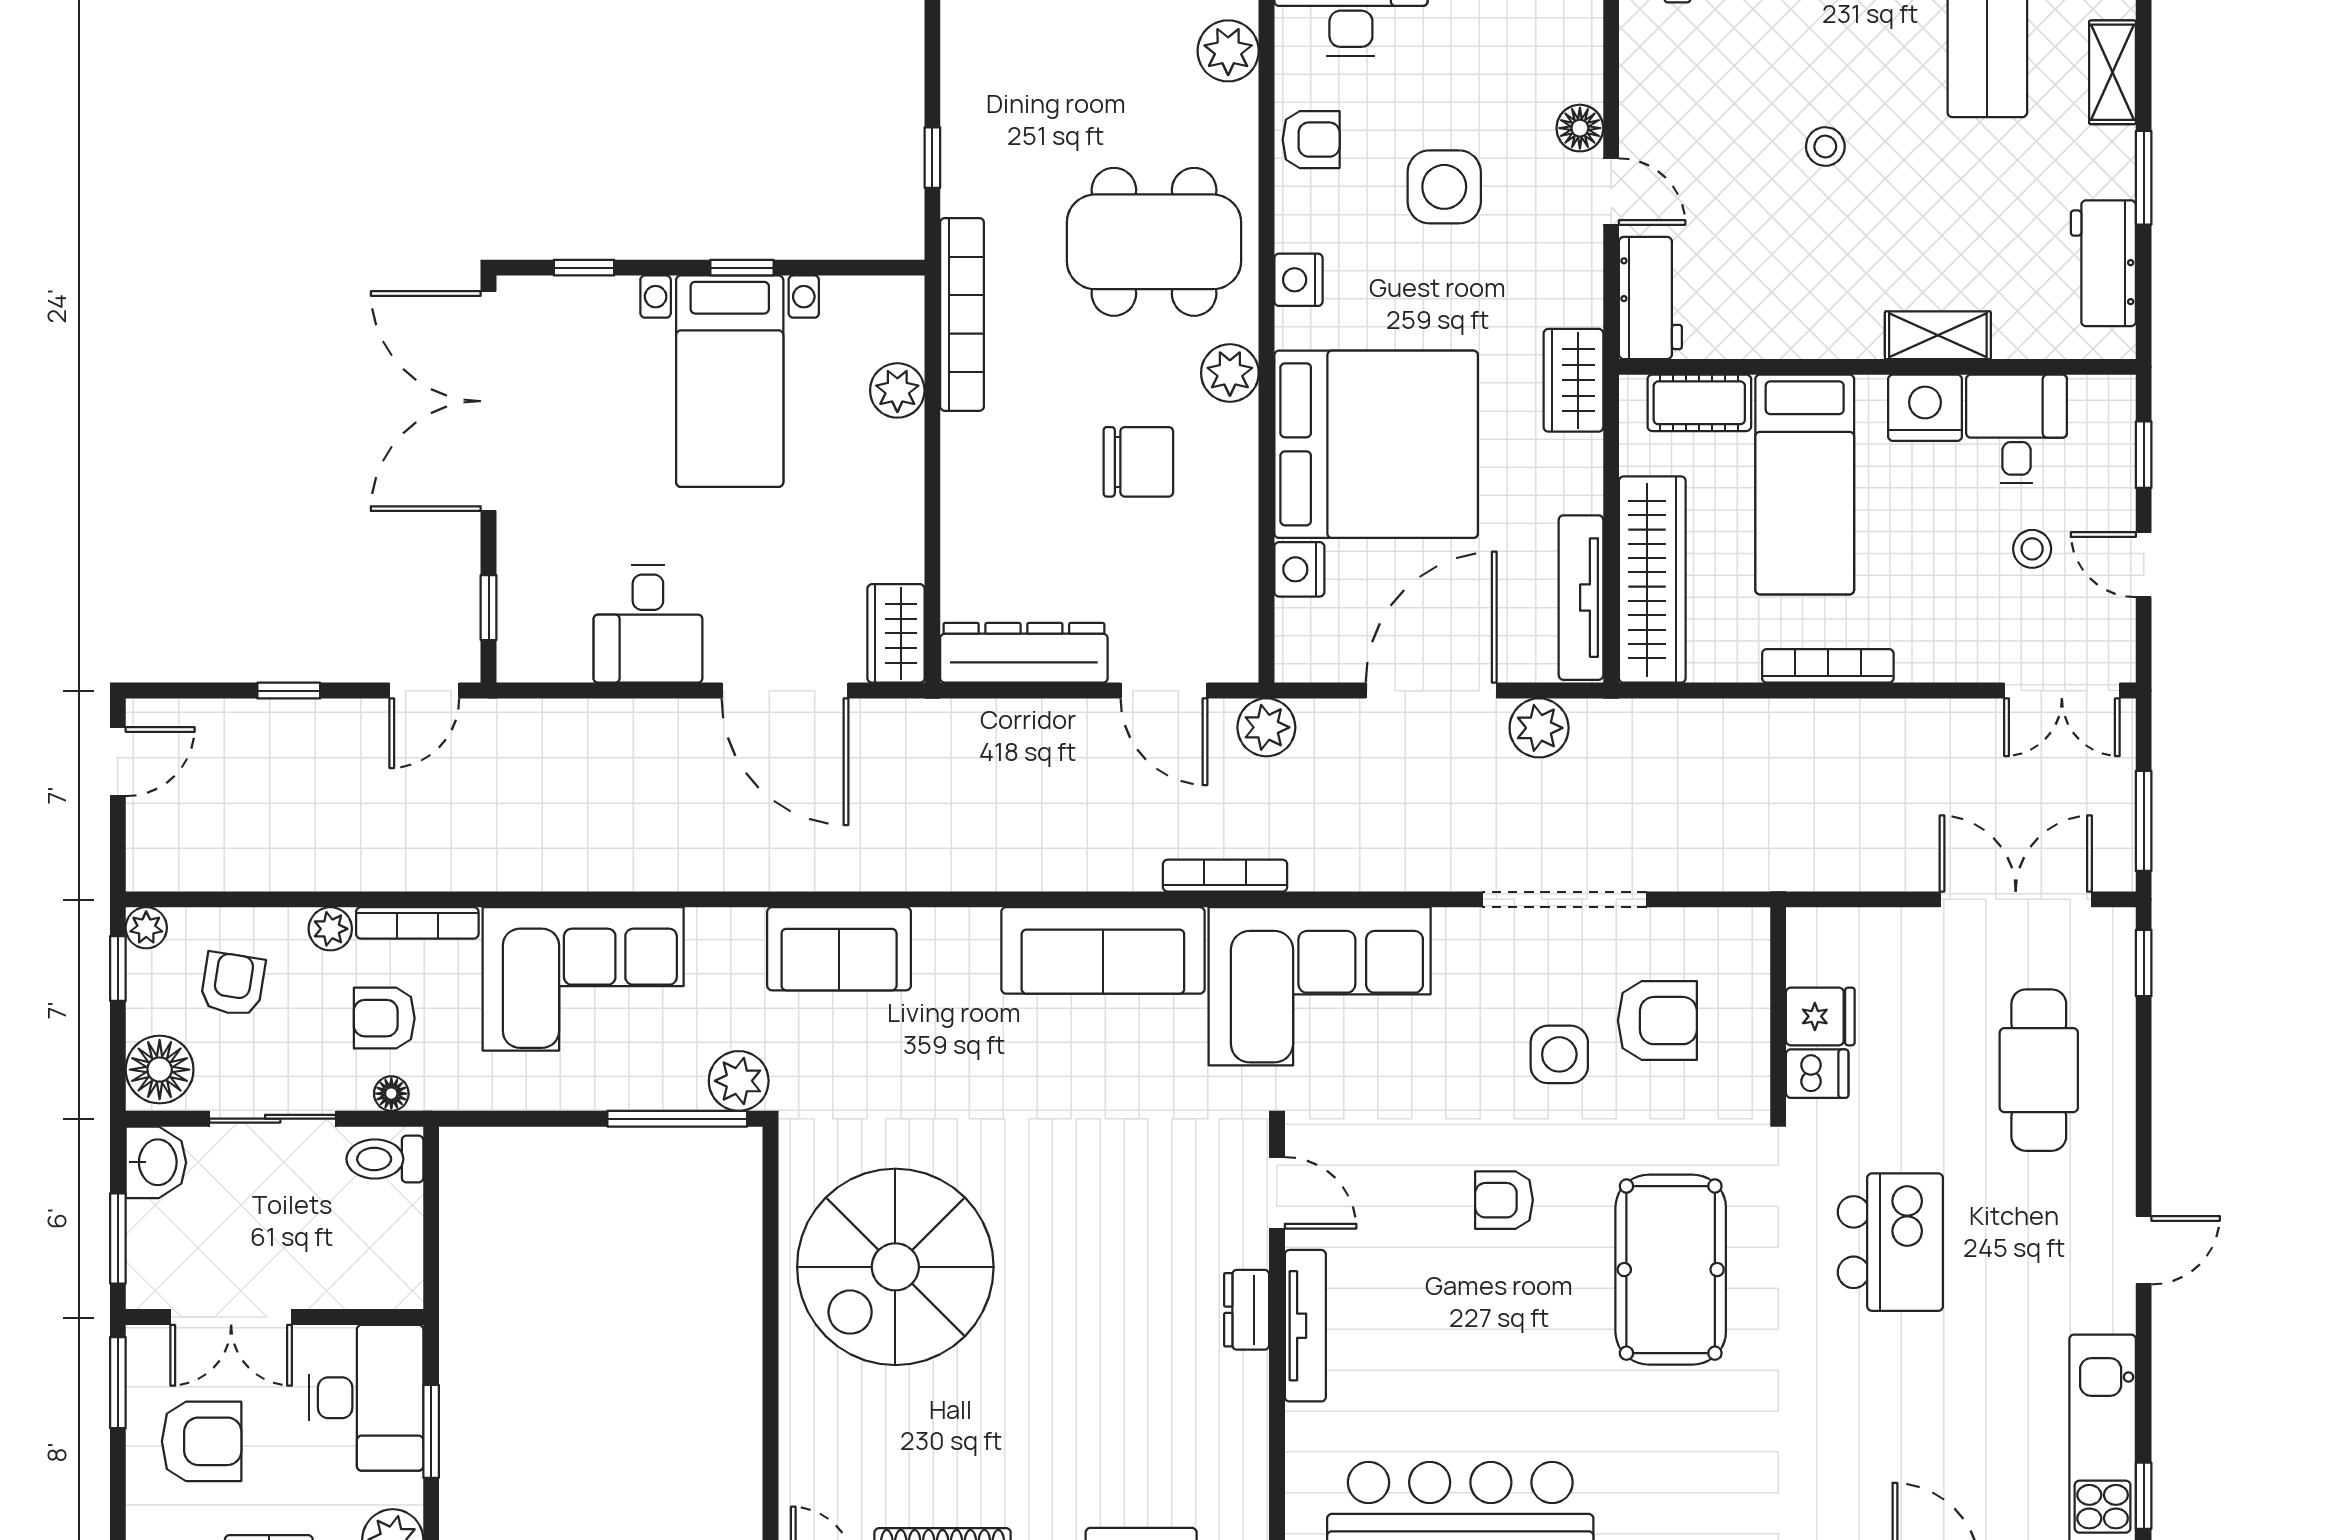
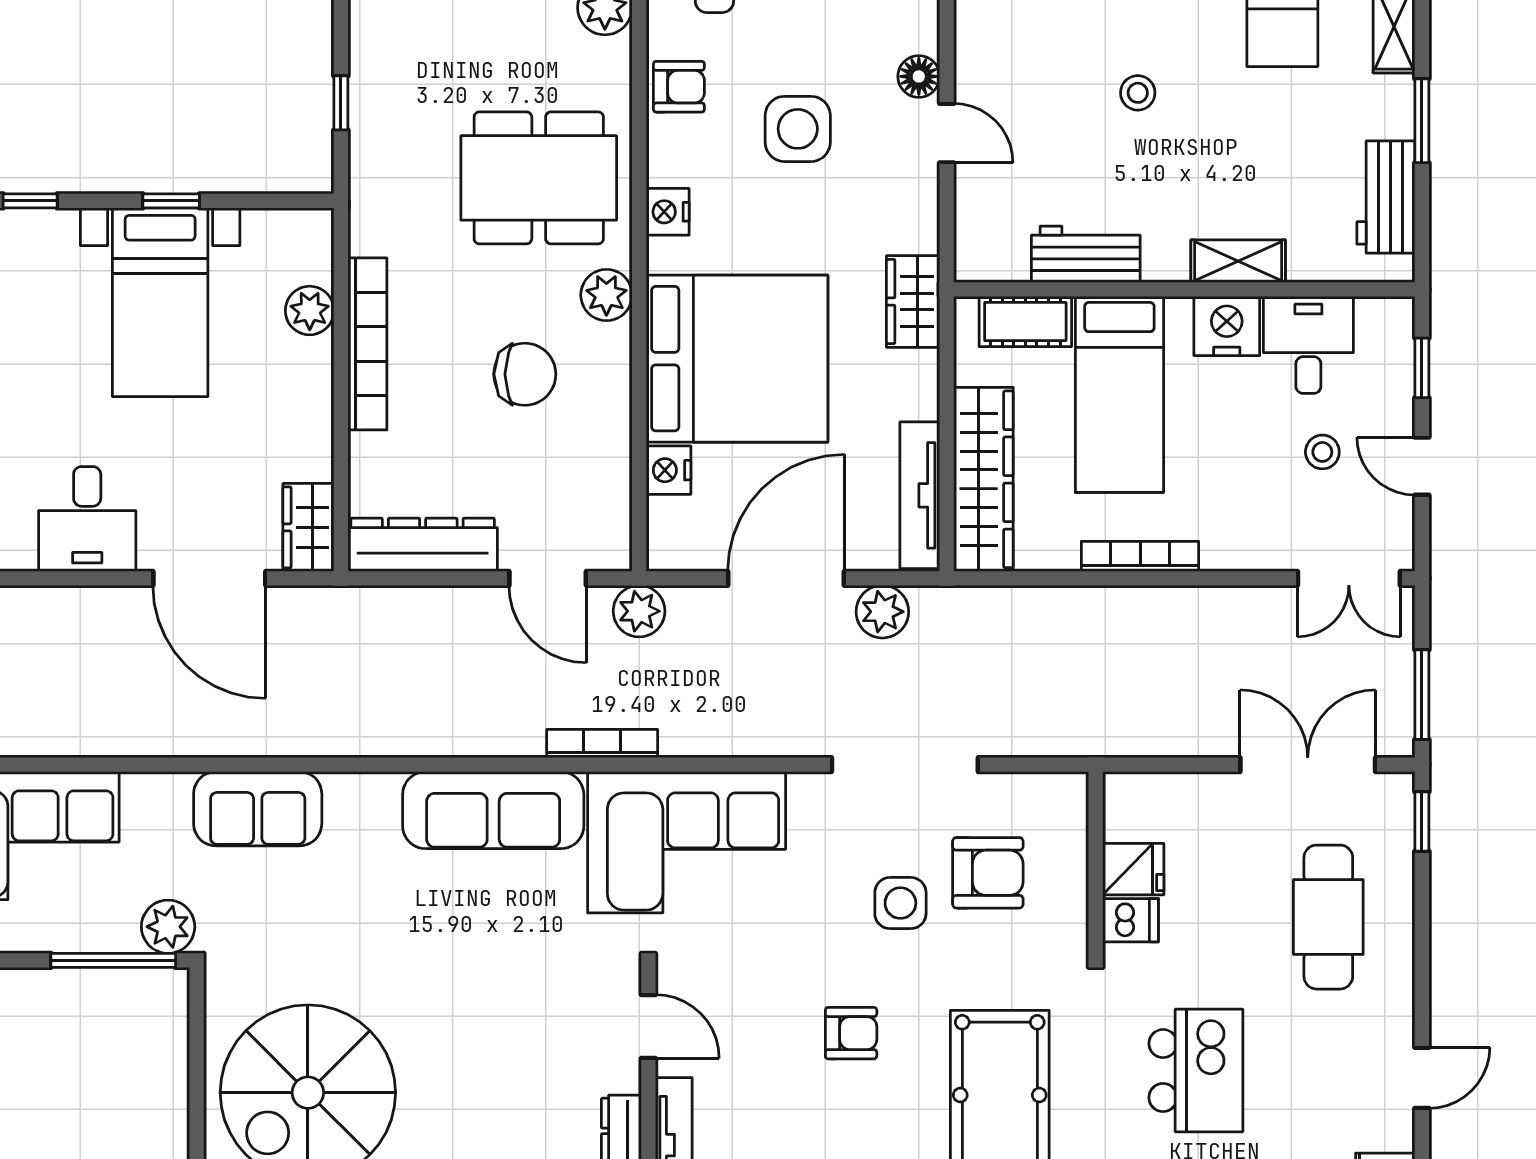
workbench: (1650, 298) -> (1086, 254), moved, turned -90
bookcase: (962, 314) -> (367, 344), moved
armchair: (1504, 1200) -> (851, 1033), turned 180

